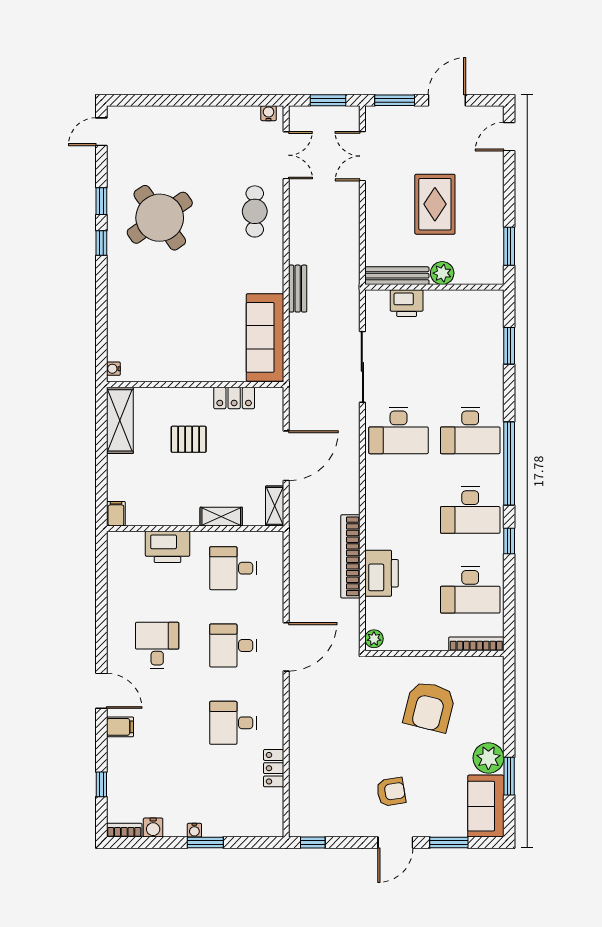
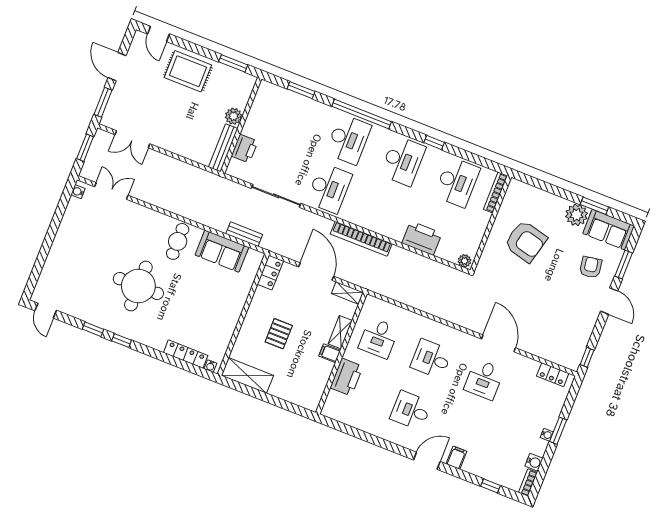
rug: (435, 204) -> (188, 71), moved
cafe table: (255, 211) -> (178, 241), moved, turned 90
round table: (160, 218) -> (138, 286), moved, turned 35
bench: (298, 289) -> (244, 234), moved
locker: (116, 331) -> (186, 354), added
sofa: (265, 337) -> (222, 251), width x0.73
locker: (234, 398) -> (270, 273), moved
window: (509, 463) -> (362, 114), moved
filing cabinet: (116, 514) -> (330, 353), moved
bookcase: (350, 556) -> (361, 239), moved
desk: (233, 646) -> (431, 359), turned 90
door: (286, 647) -> (499, 343), moved
locker: (274, 768) -> (553, 375), moved
armchair: (391, 792) -> (591, 267), moved

